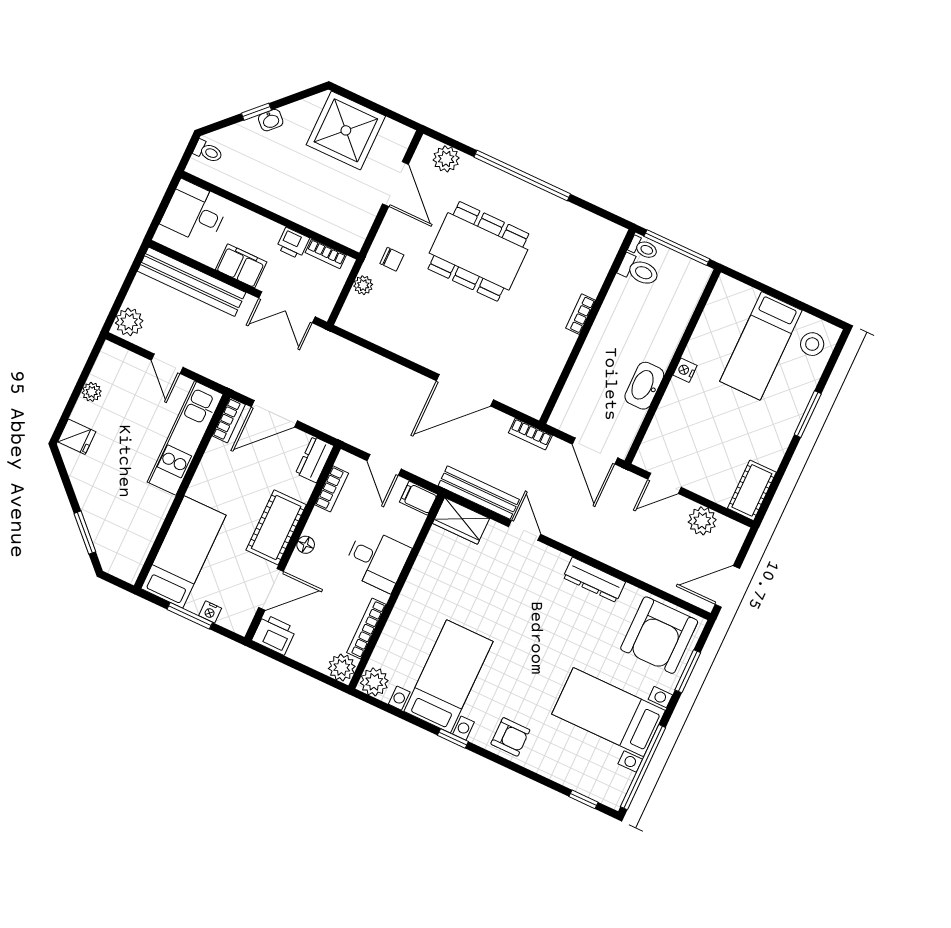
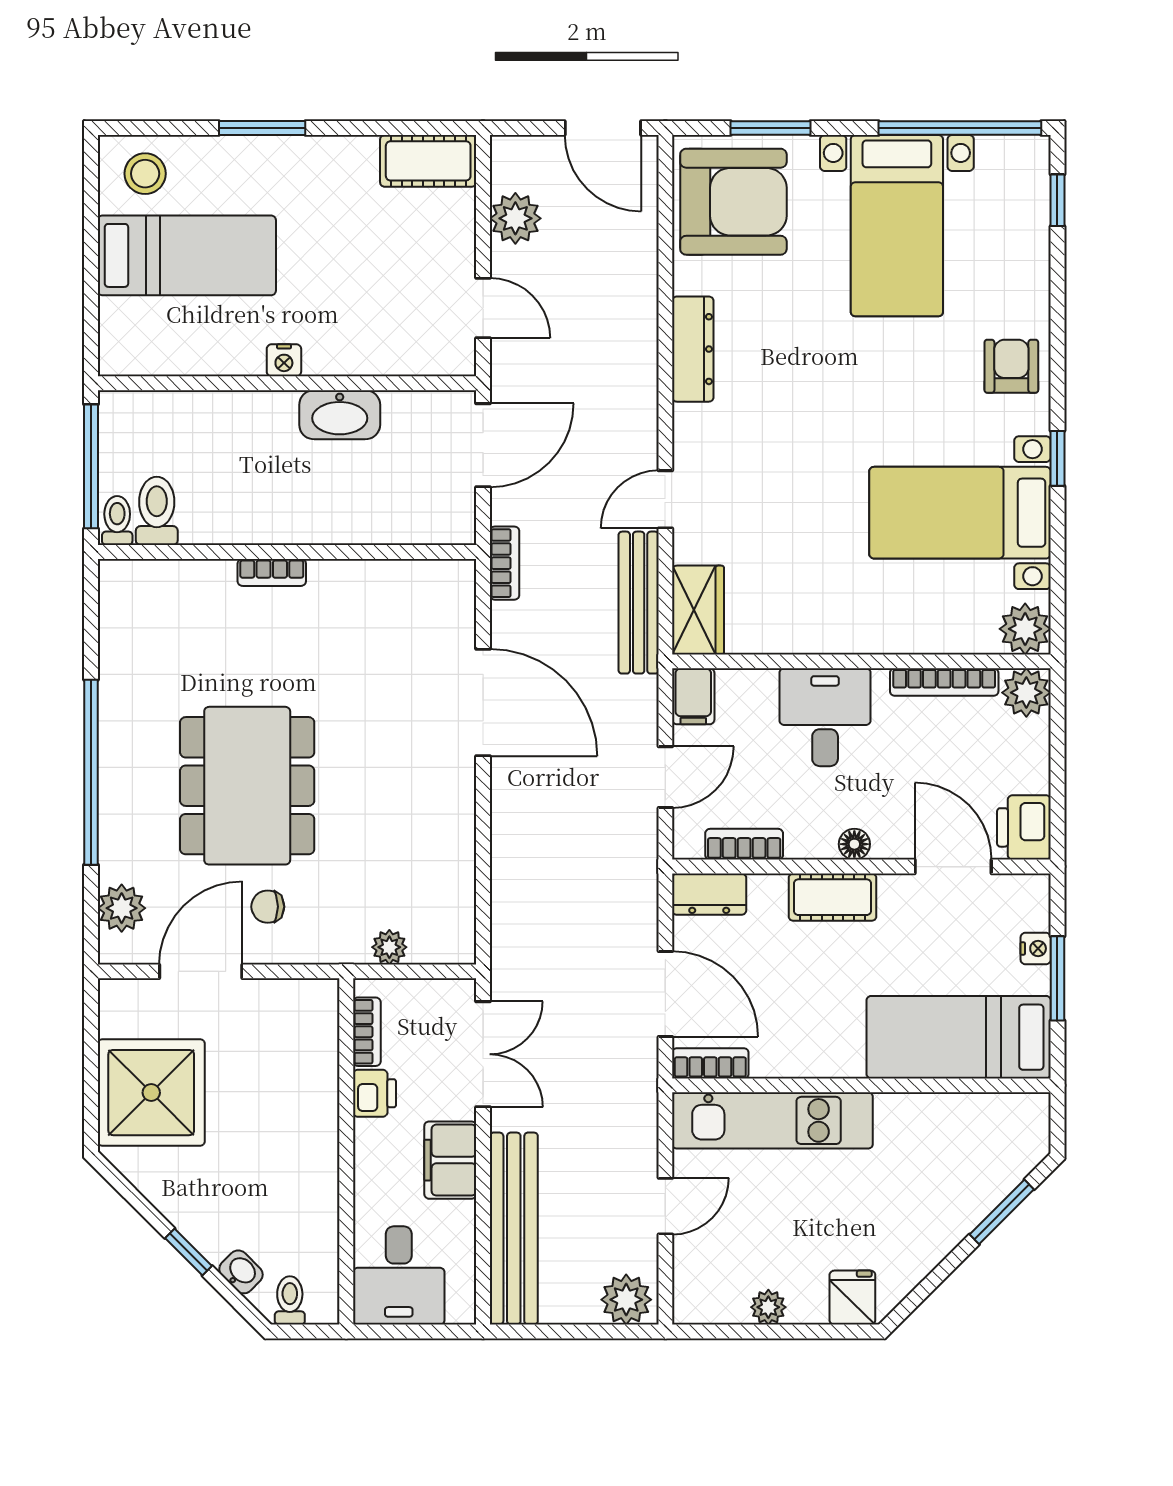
washbasin: (271, 120) -> (241, 1272), moved
chair: (392, 259) -> (268, 907), moved, turned -90
cot: (276, 527) -> (833, 897), width x0.73, depth x0.75

